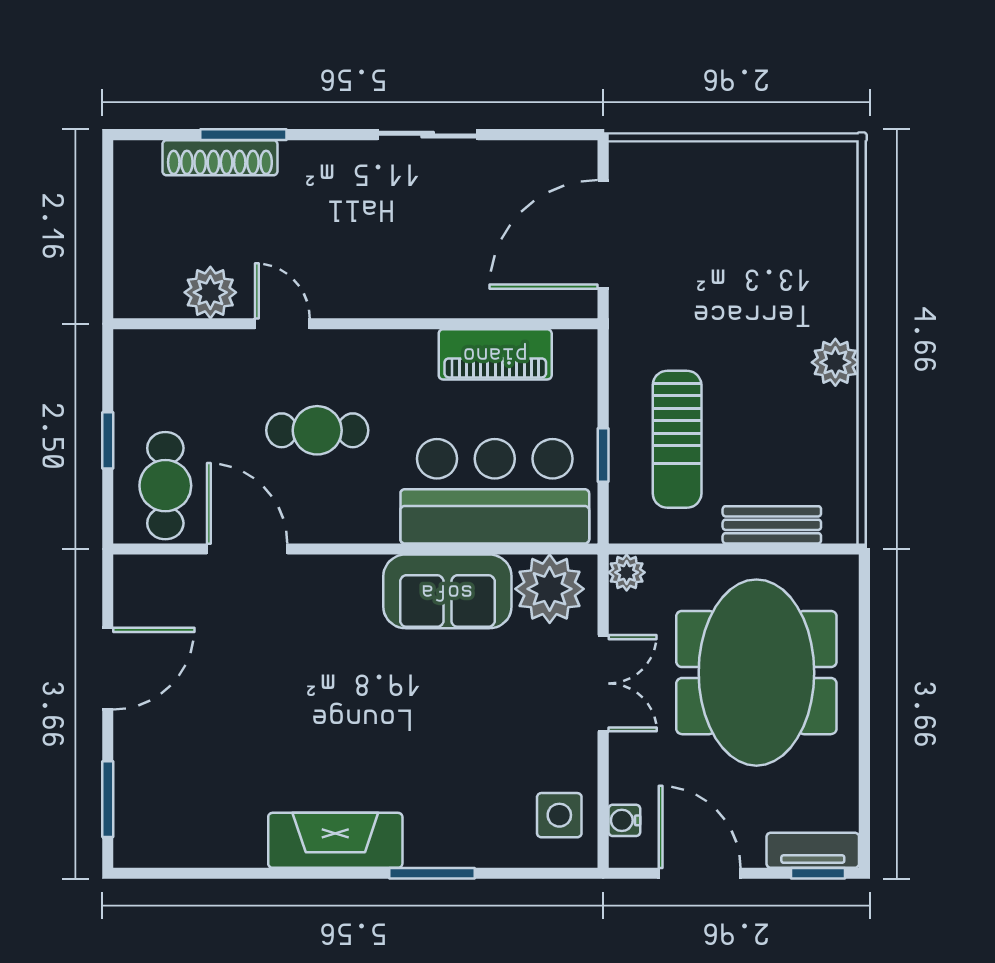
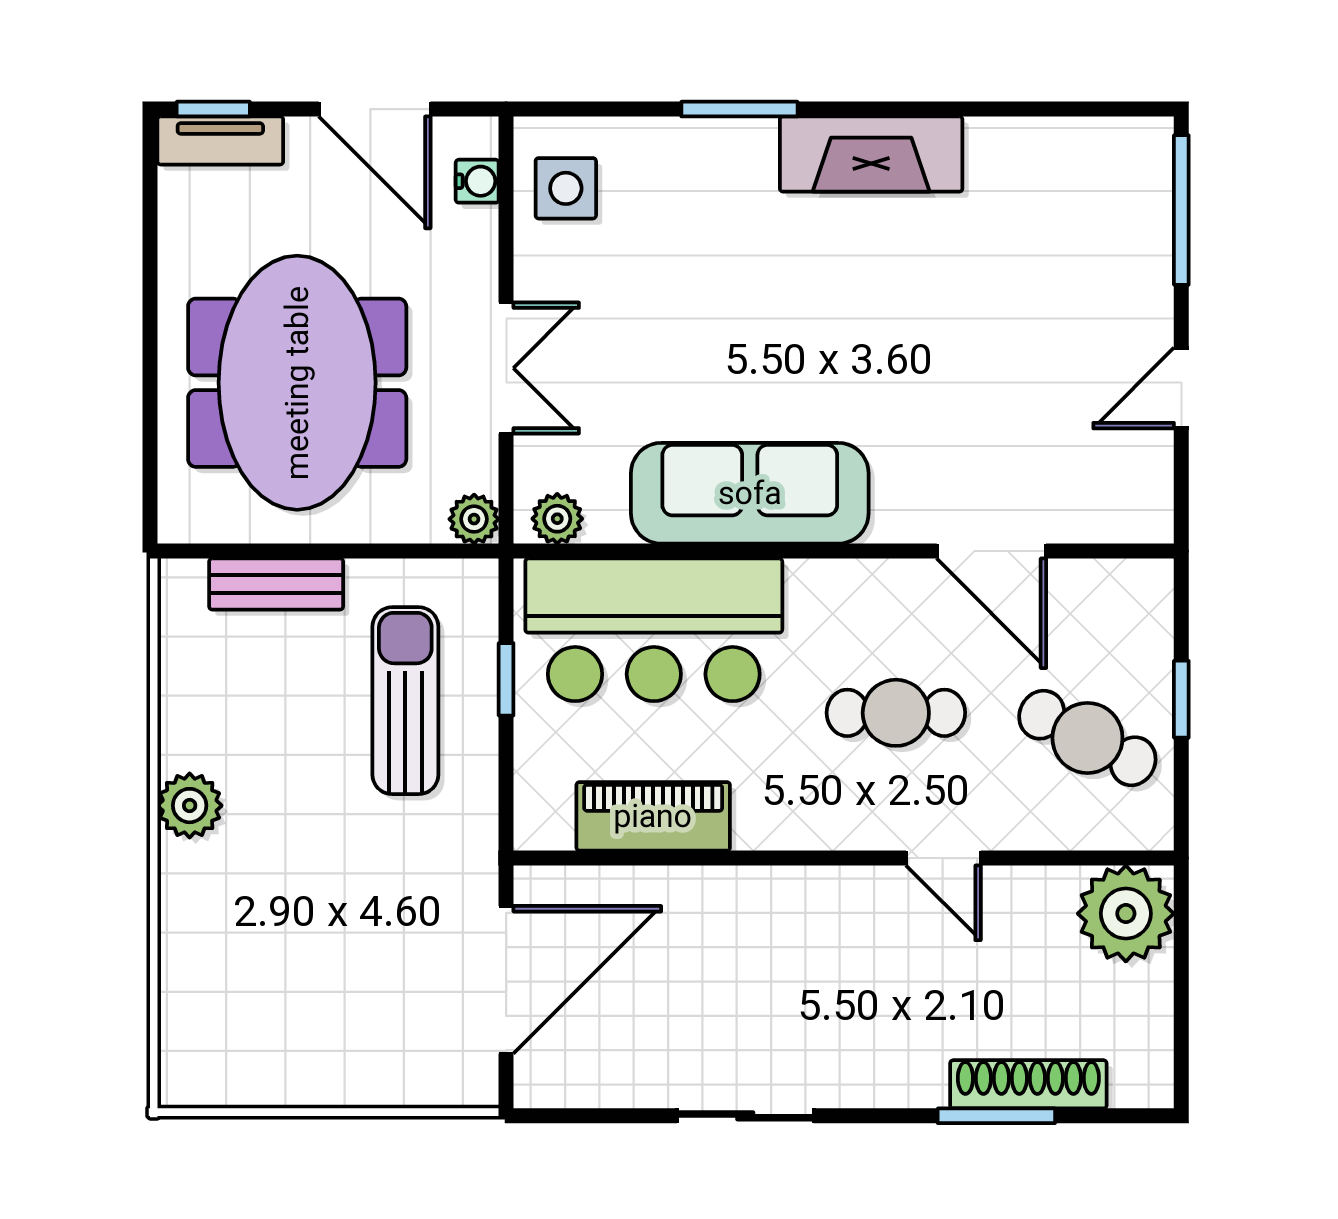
plant: (210, 292) -> (1126, 914), moved, width x1.36, depth x1.36
cafe table: (165, 486) -> (1087, 738), moved, turned -63
plant: (550, 589) -> (557, 519), width x0.53, depth x0.53
sofa: (447, 591) -> (750, 493), width x1.36
door: (108, 669) -> (1181, 388), width x0.73
double door: (603, 683) -> (506, 368), swing flipped
window: (108, 799) -> (1181, 210), width x1.44

